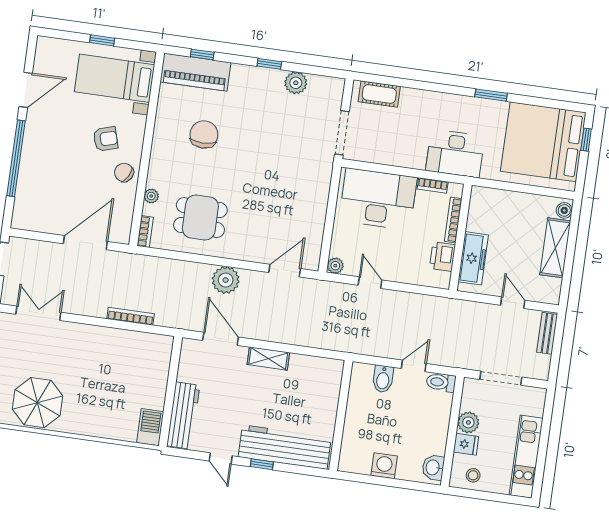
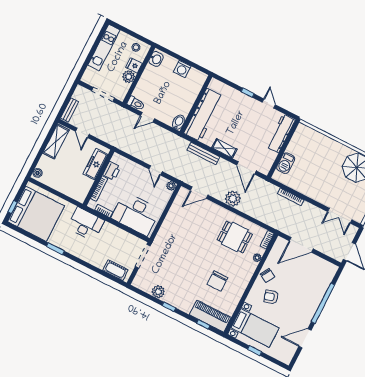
shelving: (555, 248) -> (56, 141), moved
bench: (300, 338) -> (203, 153), added
bidet: (383, 379) -> (179, 122), moved
barbecue: (150, 427) -> (286, 163), moved
workbench: (285, 447) -> (204, 115), moved, turned -90

